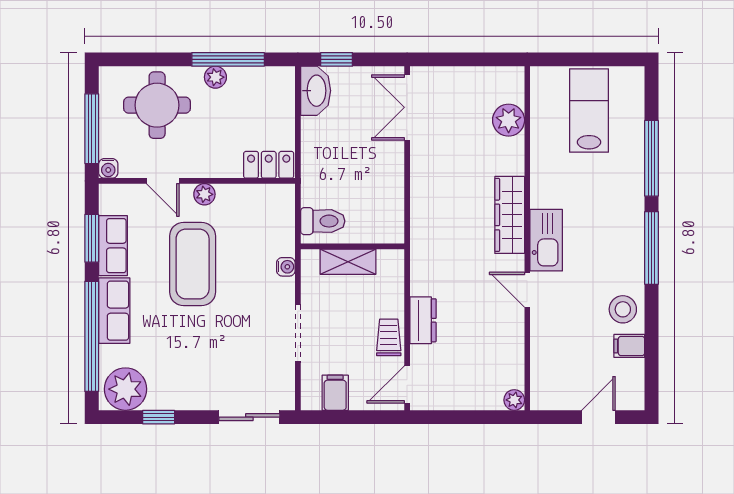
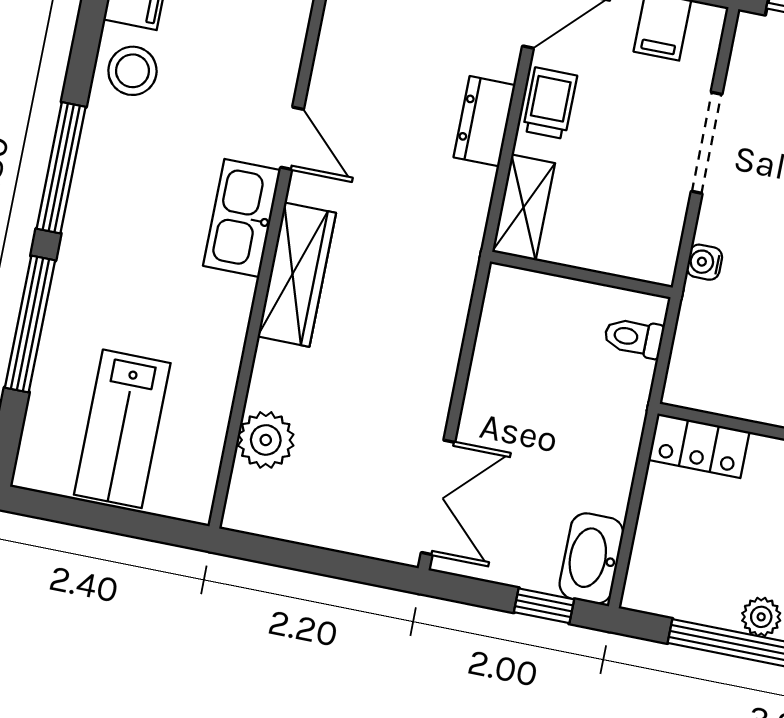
toilet: (323, 221) -> (634, 337), width x0.73, depth x0.72
shelving: (348, 262) -> (524, 207), moved, turned 90
trolley: (389, 337) -> (550, 103), turned 180

